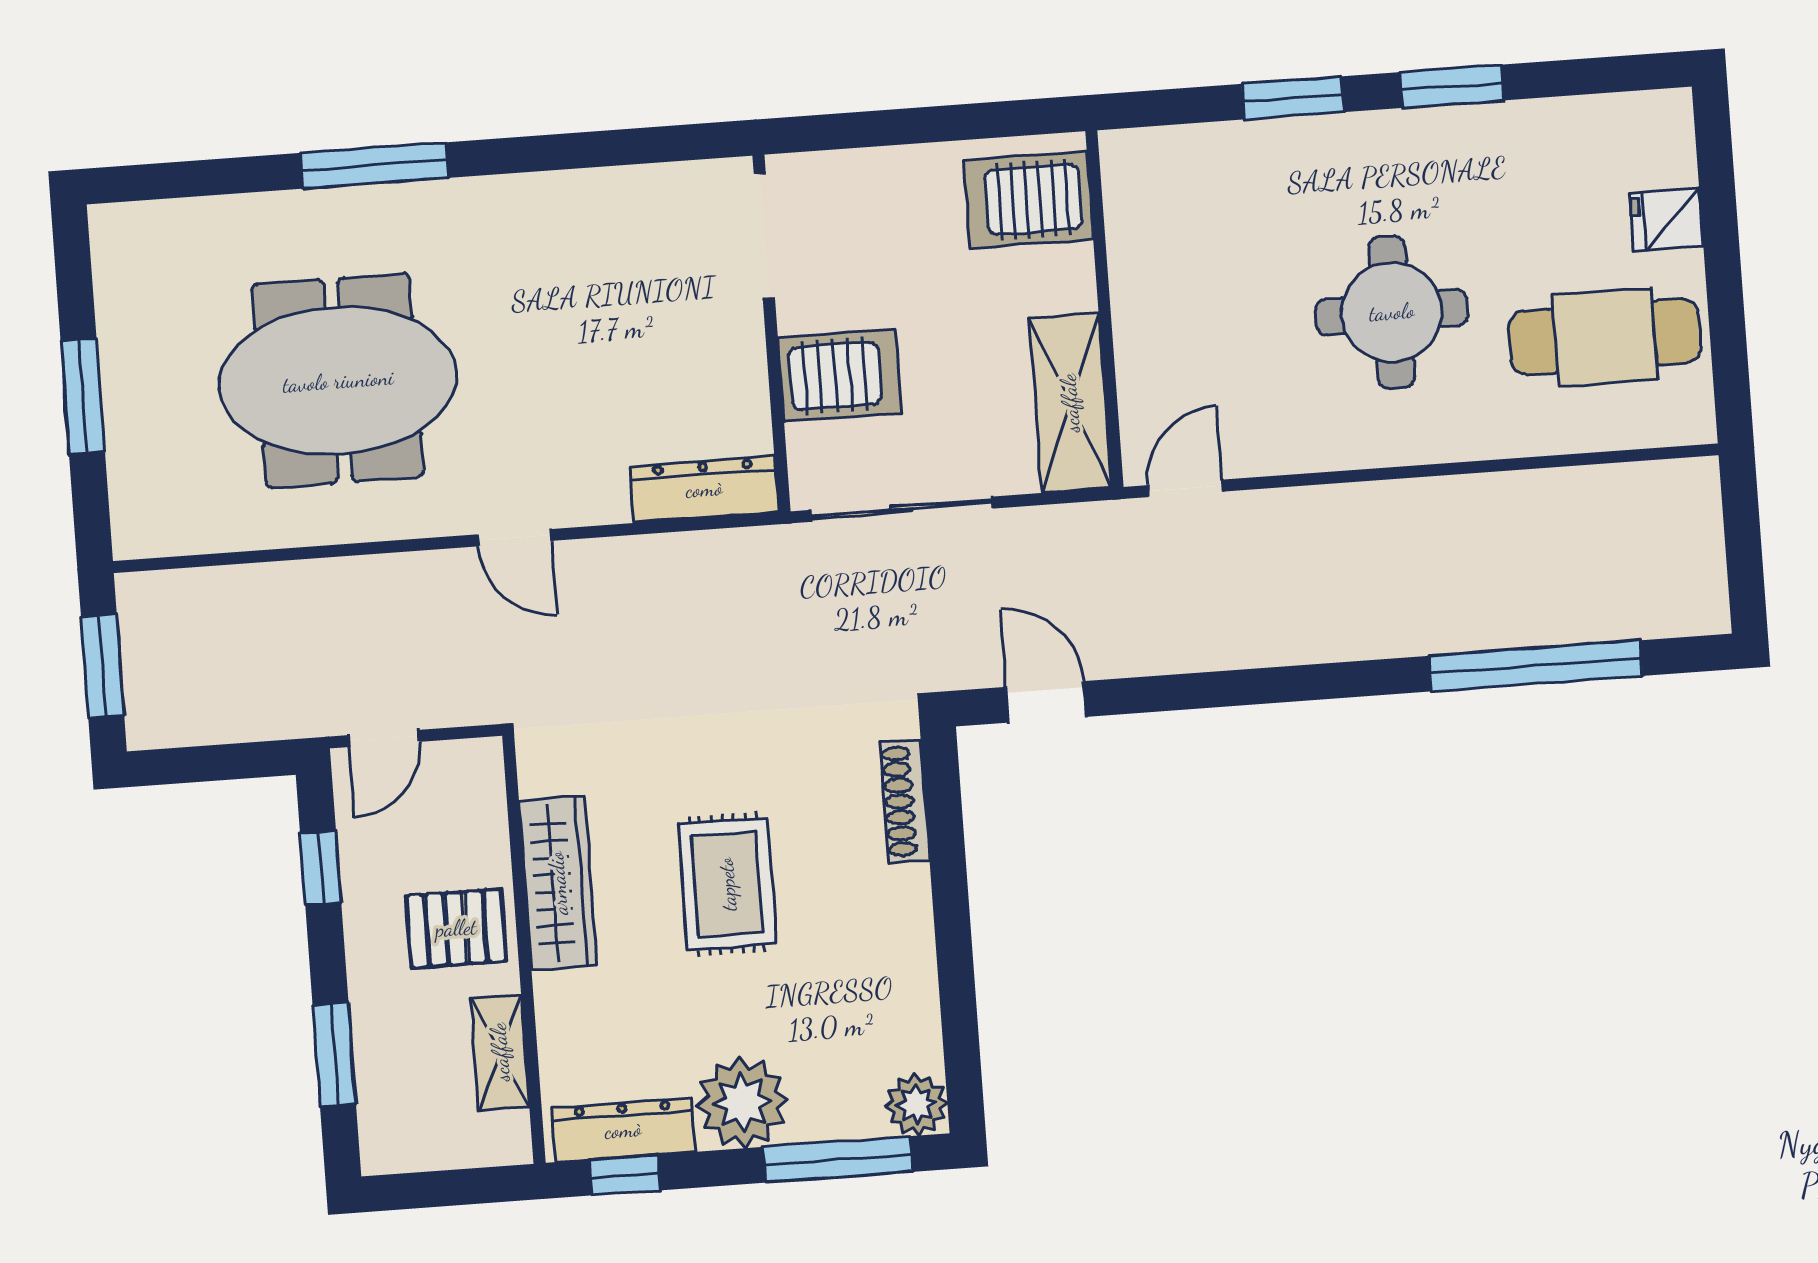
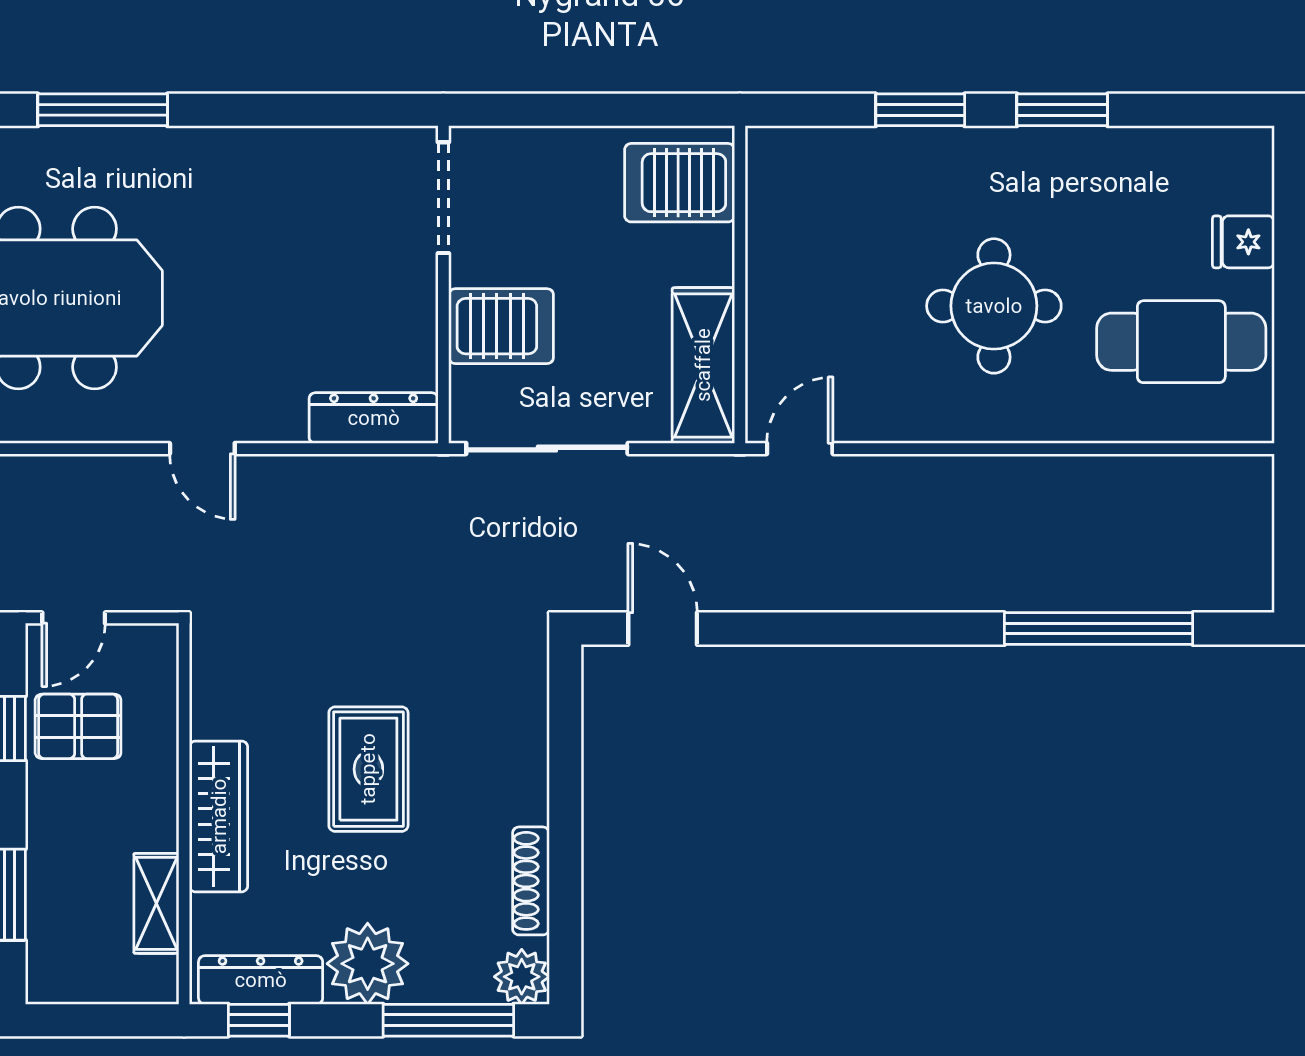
shoe rack: (905, 801) -> (531, 881), moved
wardrobe: (558, 883) -> (219, 816), moved
pallet: (456, 928) -> (78, 726), moved

